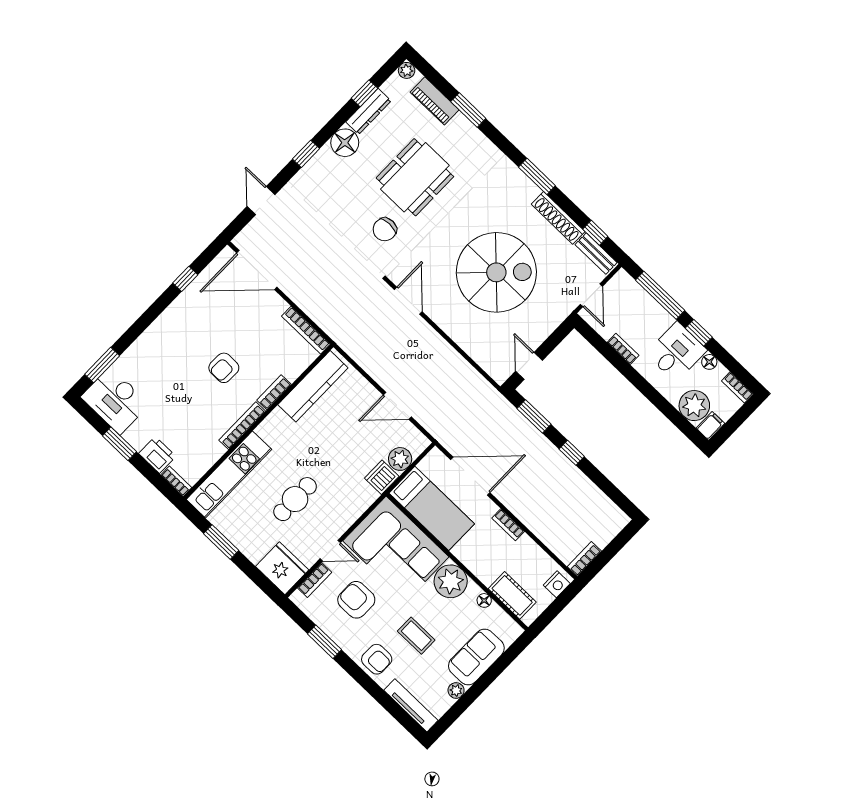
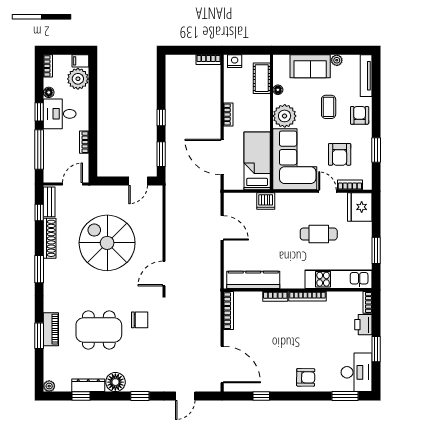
piano: (435, 101) -> (51, 329), moved
armchair: (224, 368) -> (306, 377), moved
plant: (400, 459) -> (248, 201), removed

